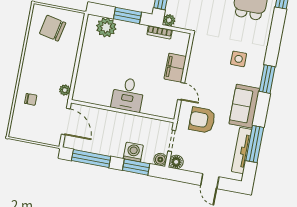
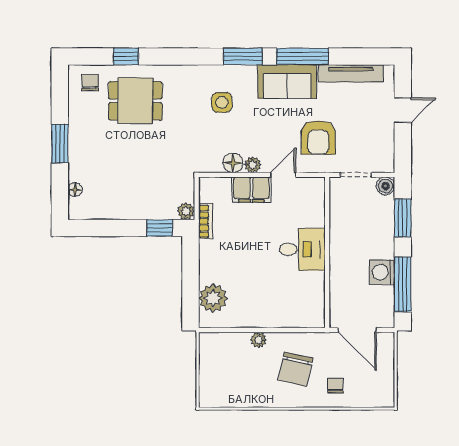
window: (127, 15) -> (190, 271), removed
chair: (53, 28) -> (296, 369), moved
plant: (192, 72) -> (253, 165), added
plant: (65, 90) -> (259, 340), moved
door: (66, 121) -> (357, 330), swing flipped
window: (255, 144) -> (303, 56), moved
washing machine: (133, 152) -> (382, 272), moved
floor lamp: (176, 162) -> (233, 163), moved

